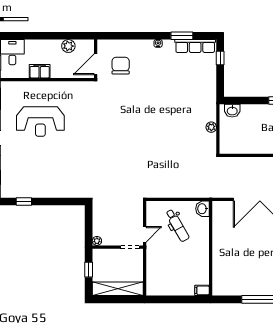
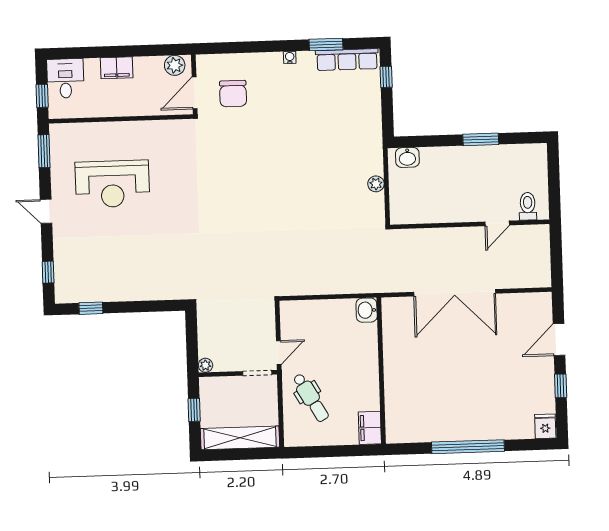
plant: (68, 46) -> (175, 65), moved
chair: (121, 66) -> (233, 94), turned 180
filing cabinet: (40, 71) -> (117, 68), moved, turned 180
dental chair: (177, 225) -> (311, 398), moved
filing cabinet: (202, 290) -> (370, 428), width x2.00

